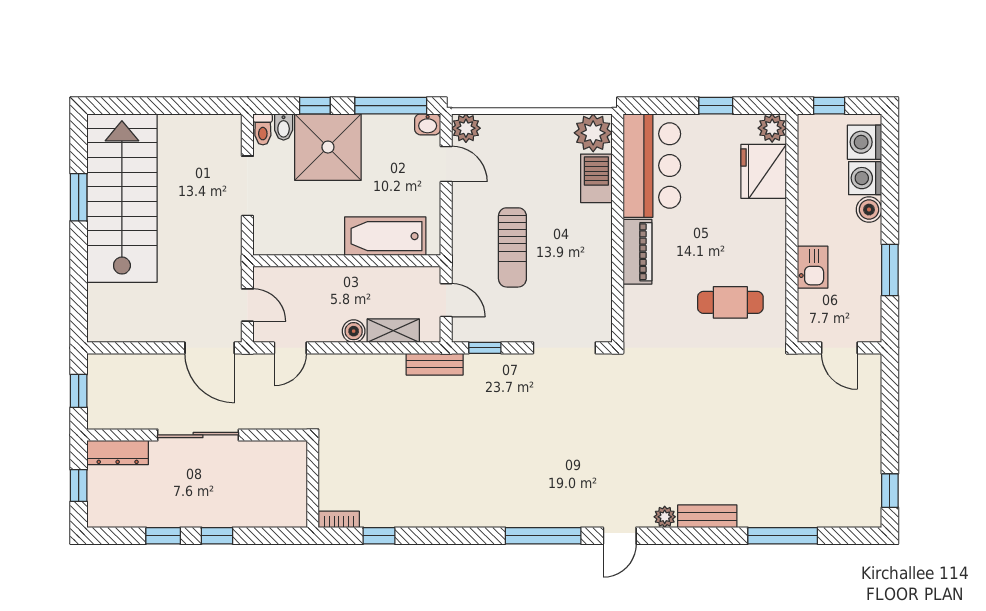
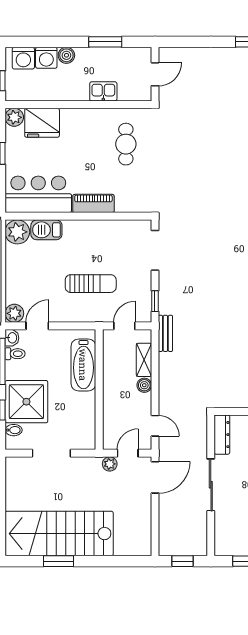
toilet: (263, 129) -> (15, 354), moved
plant: (231, 277) -> (110, 464), added
dresser: (118, 452) -> (222, 435), moved

